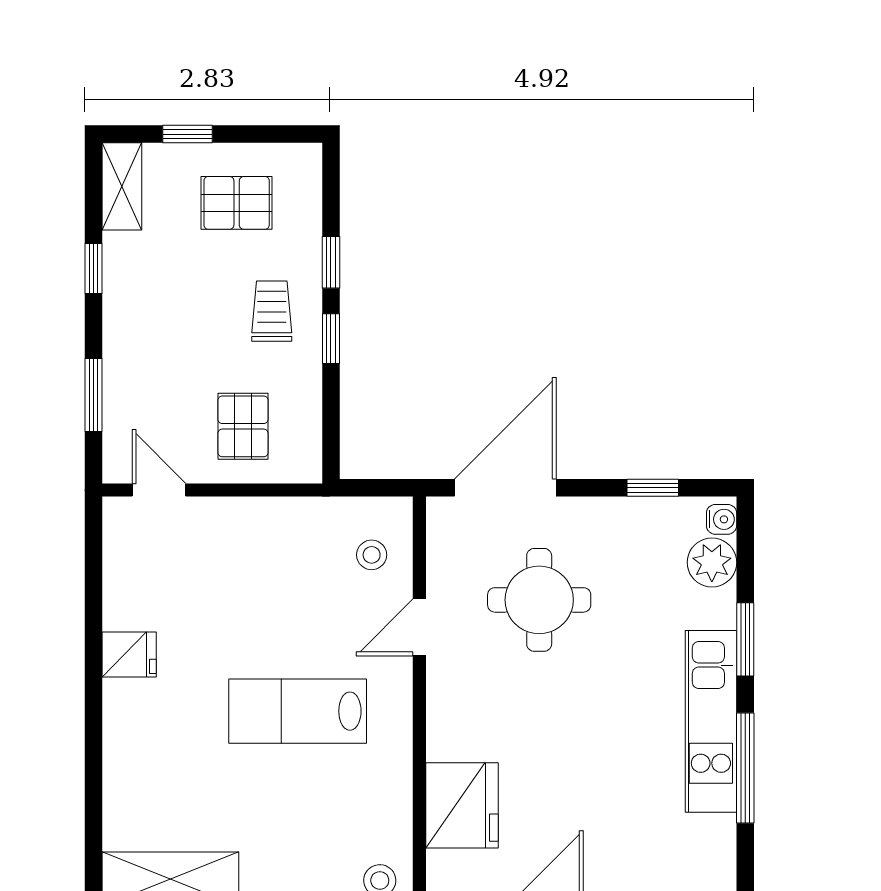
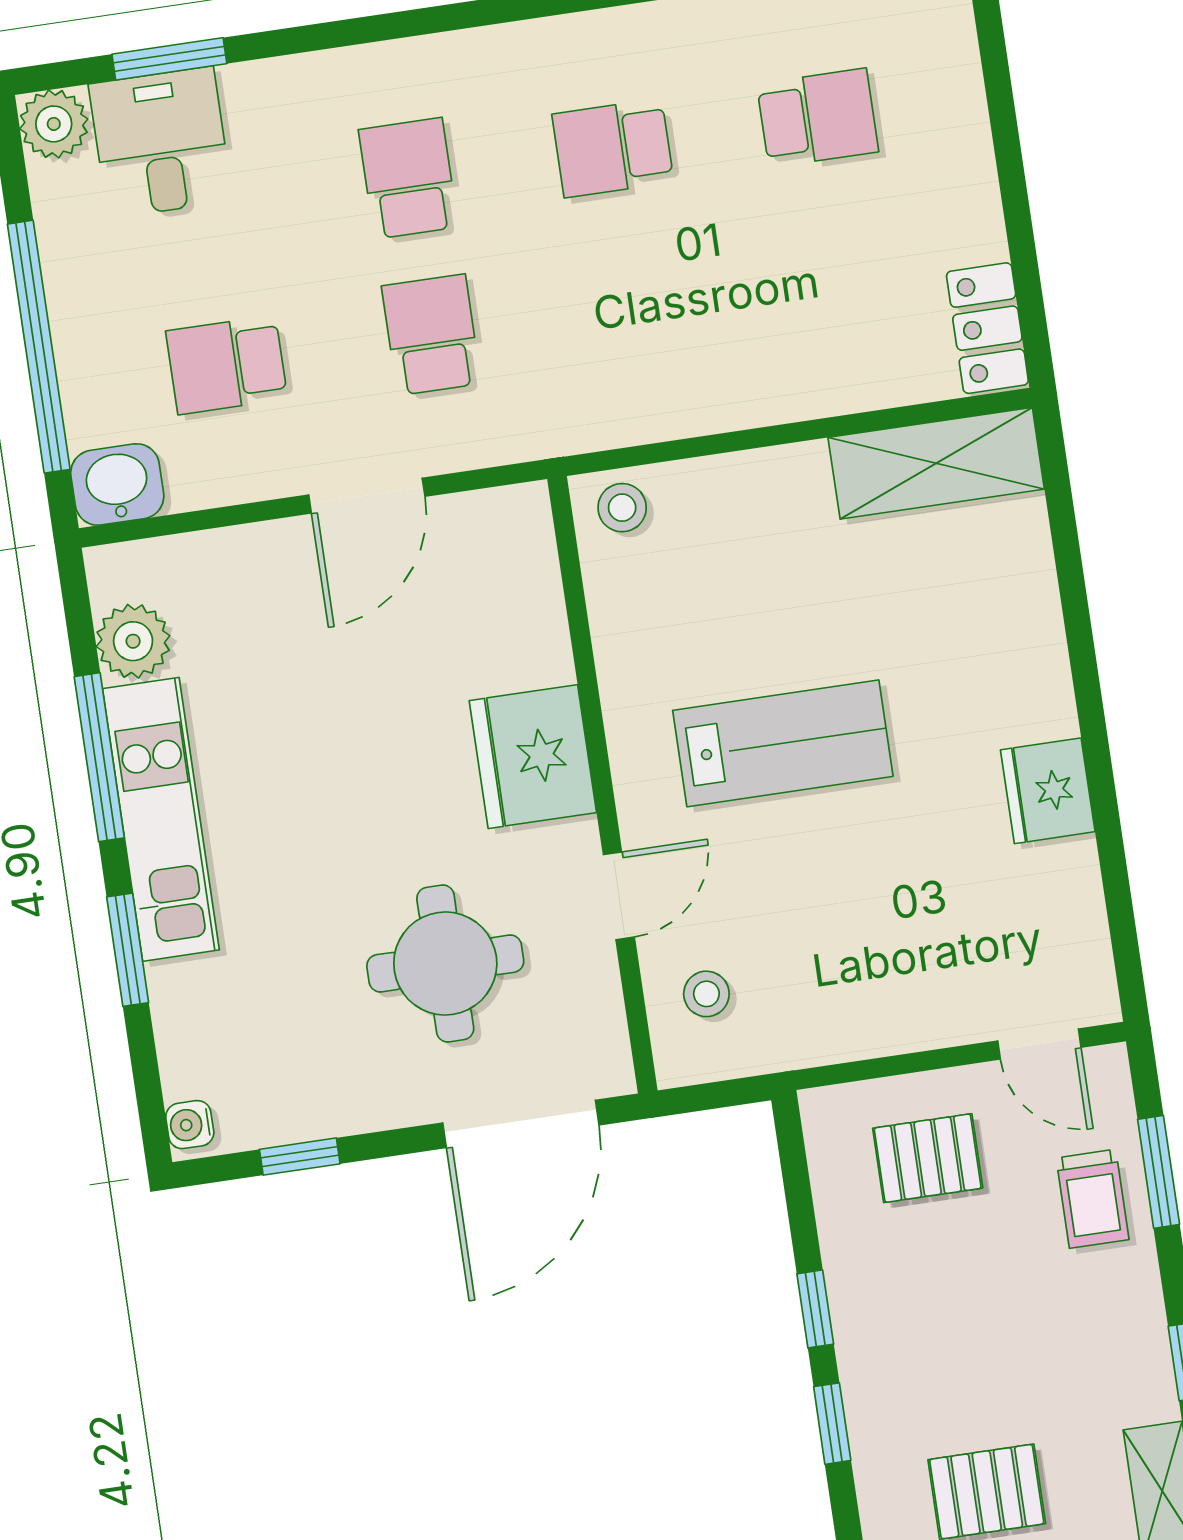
trolley: (272, 311) -> (1093, 1199), moved
pallet: (243, 426) -> (928, 1158), turned 90
plant: (712, 562) -> (133, 641), moved
fridge: (129, 655) -> (1048, 791), width x1.38
fridge: (462, 805) -> (533, 757), moved

